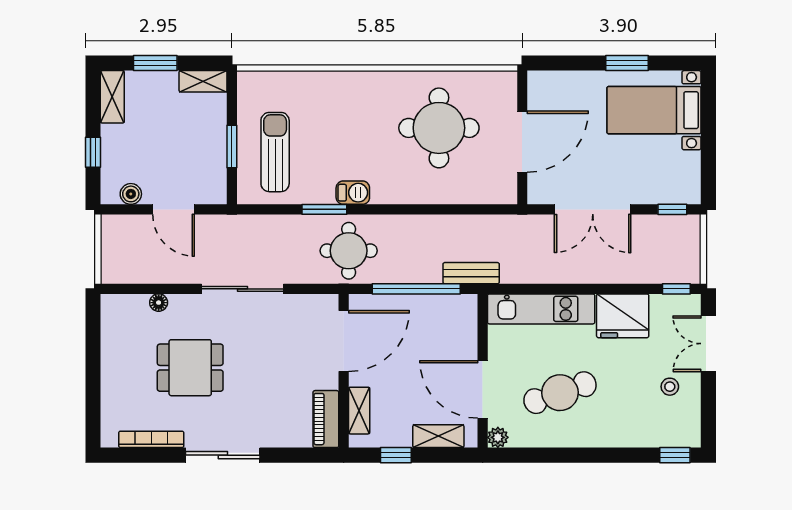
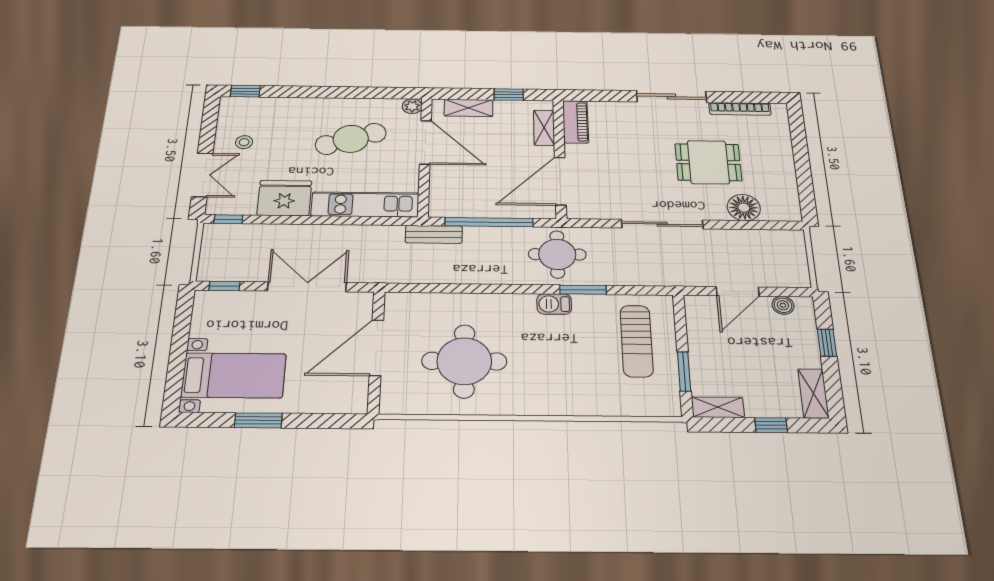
window: (155, 63) -> (771, 425), width x0.67
window: (232, 147) -> (684, 371), moved
door: (174, 209) -> (738, 291), swing flipped
floor lamp: (159, 303) -> (744, 208), width x1.89, depth x1.89

